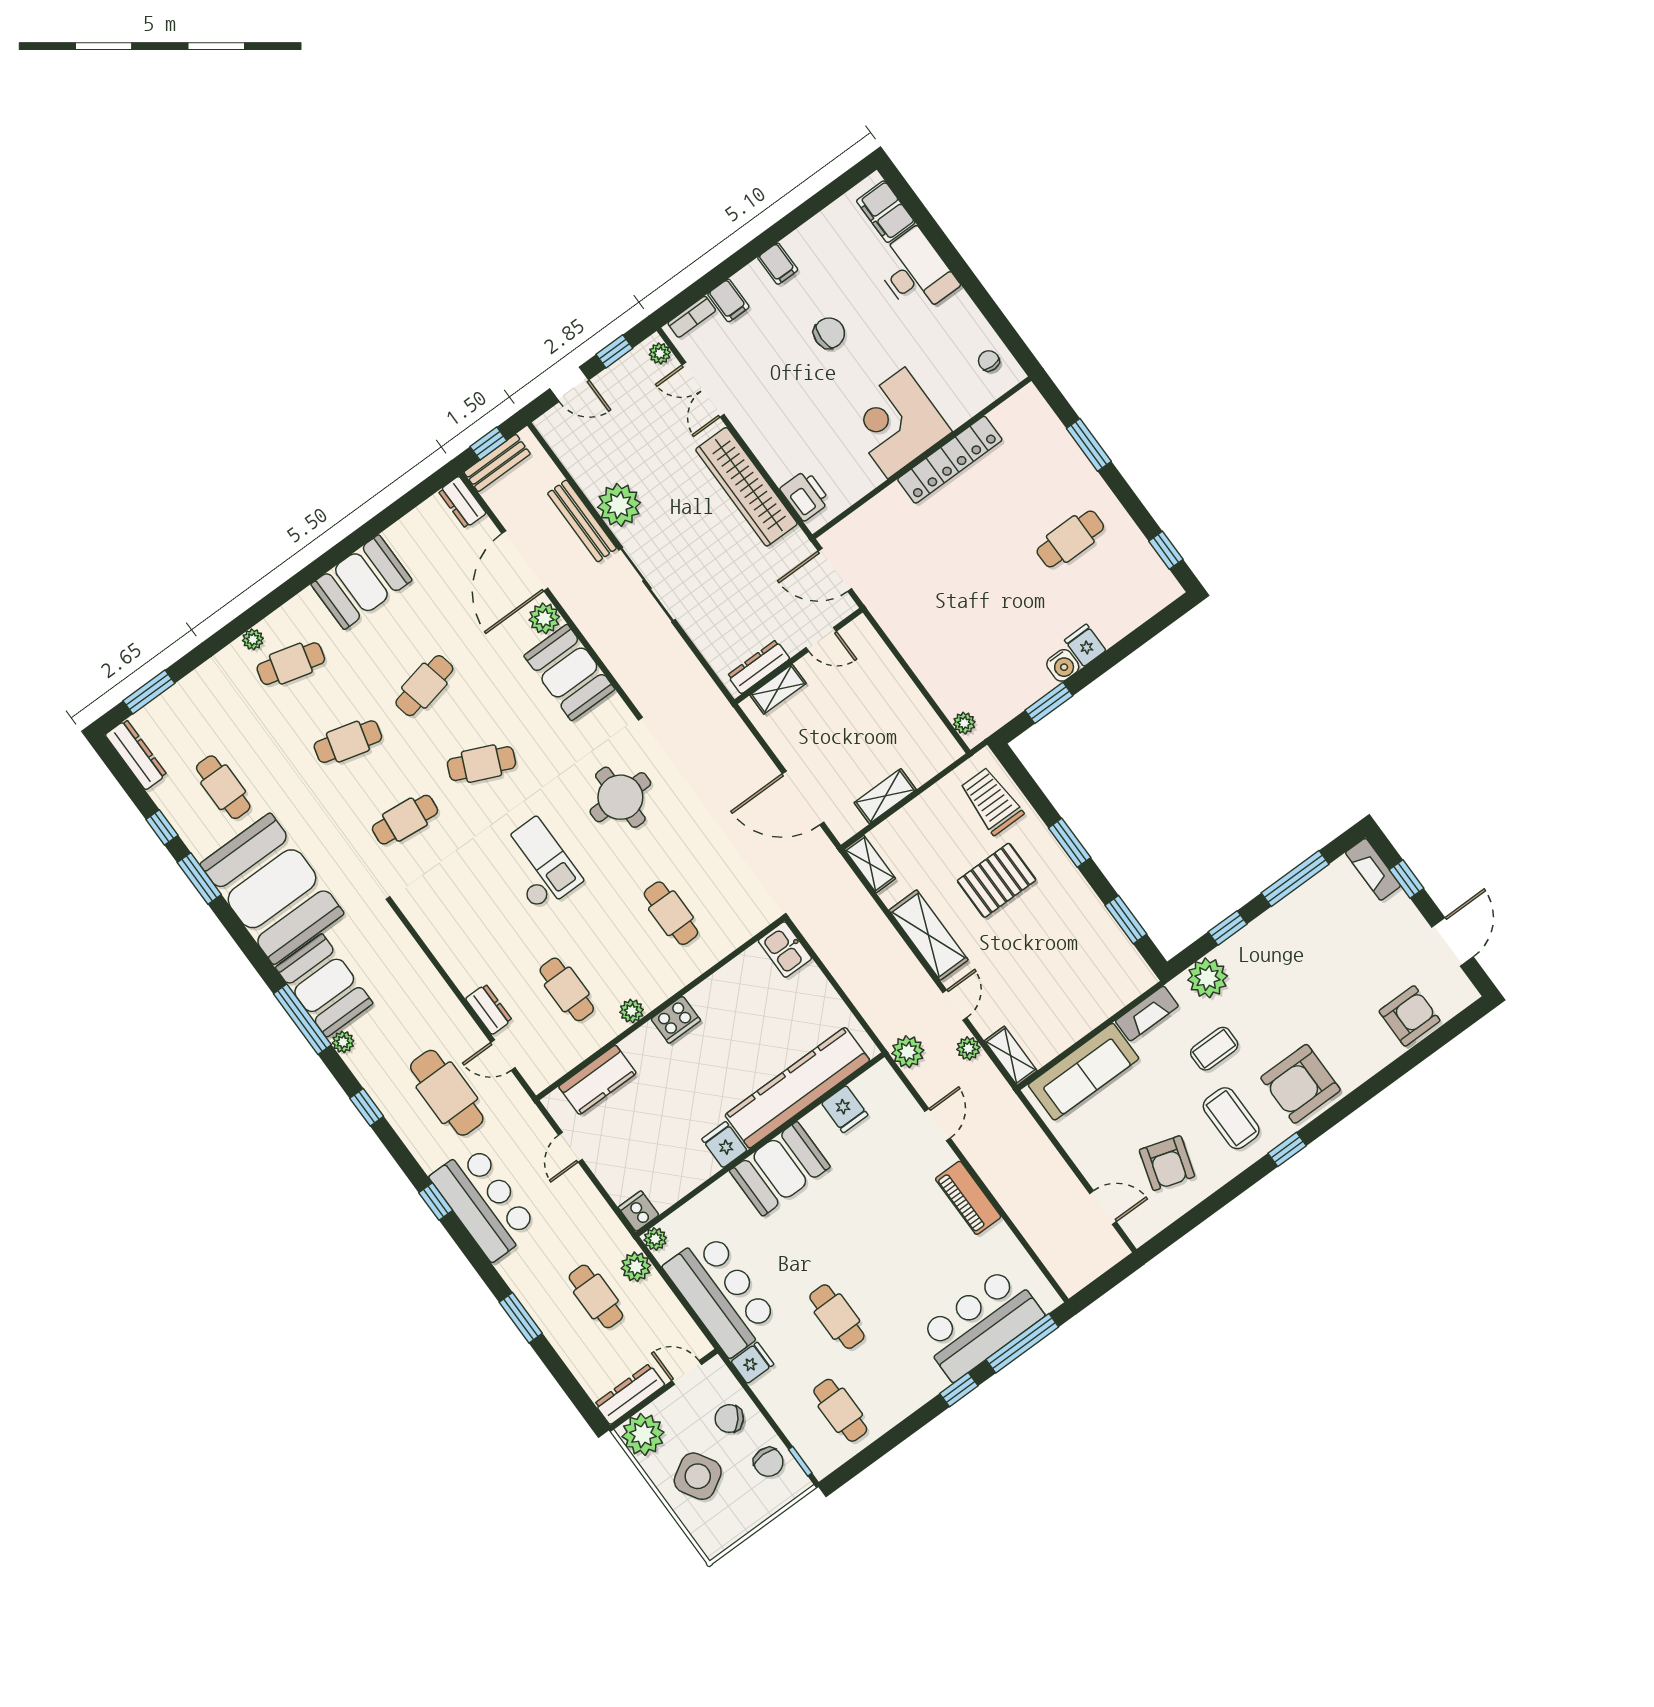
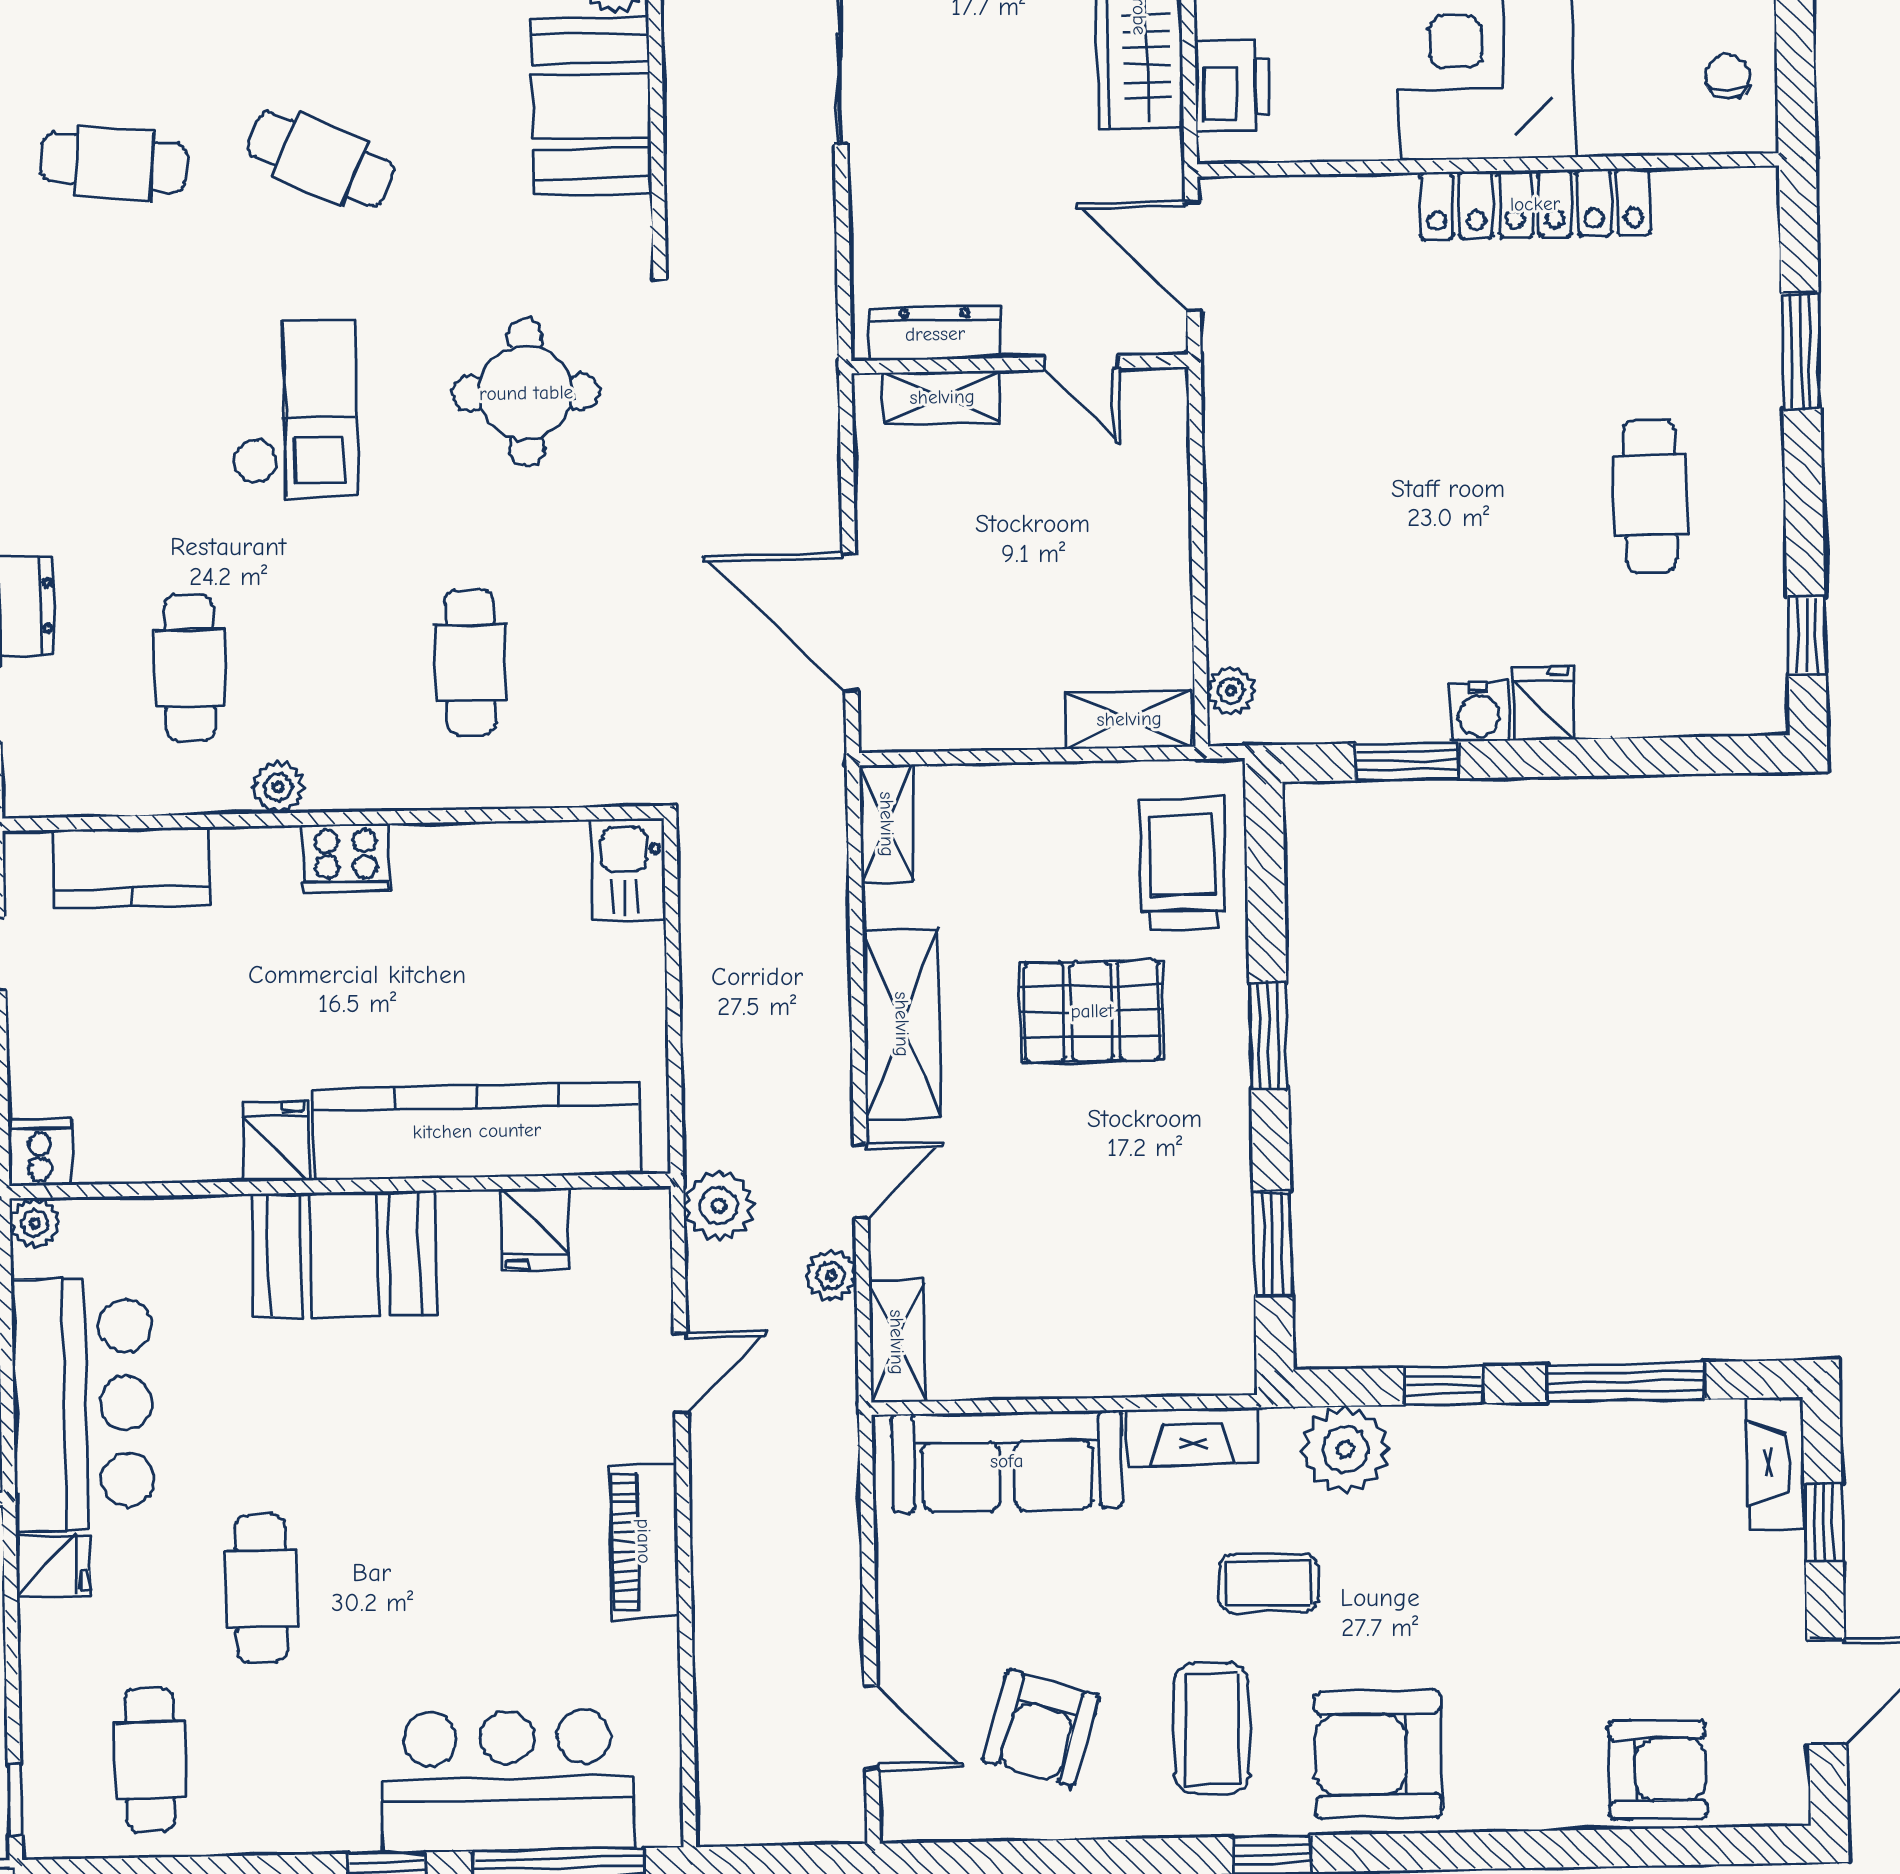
cafe table: (1070, 539) -> (1650, 496), turned 90
shelving: (885, 796) -> (1129, 719), moved

